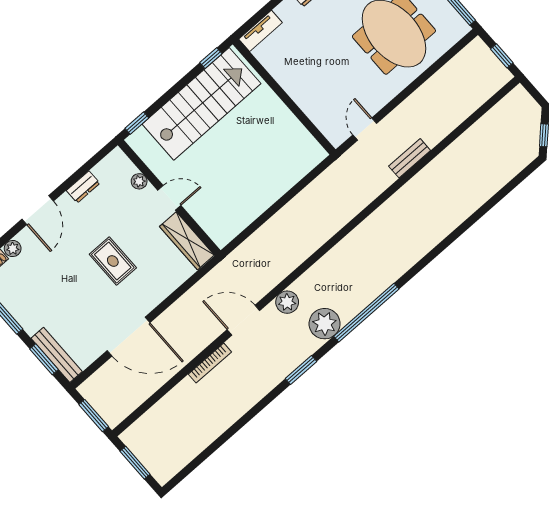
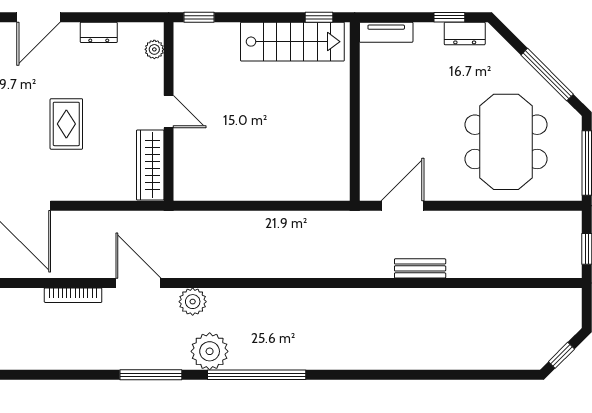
stairs: (201, 104) -> (292, 42), width x0.73, depth x0.66
door: (365, 129) -> (403, 206), width x1.38
plant: (139, 181) -> (154, 49), moved
window: (301, 370) -> (151, 375), width x1.44

